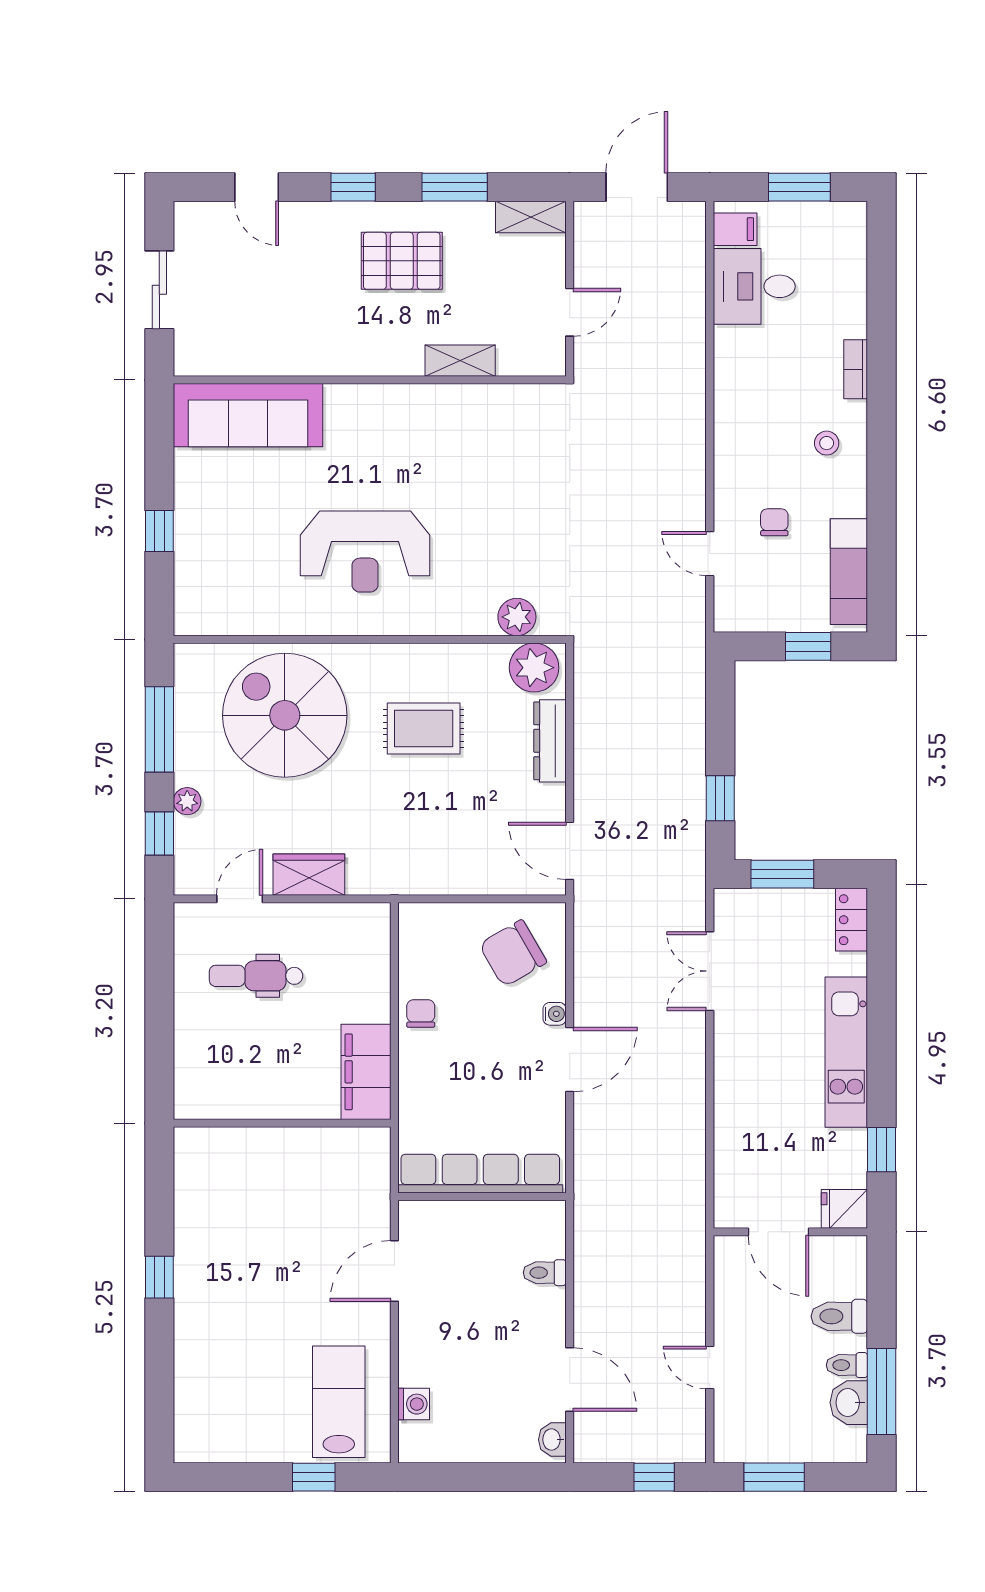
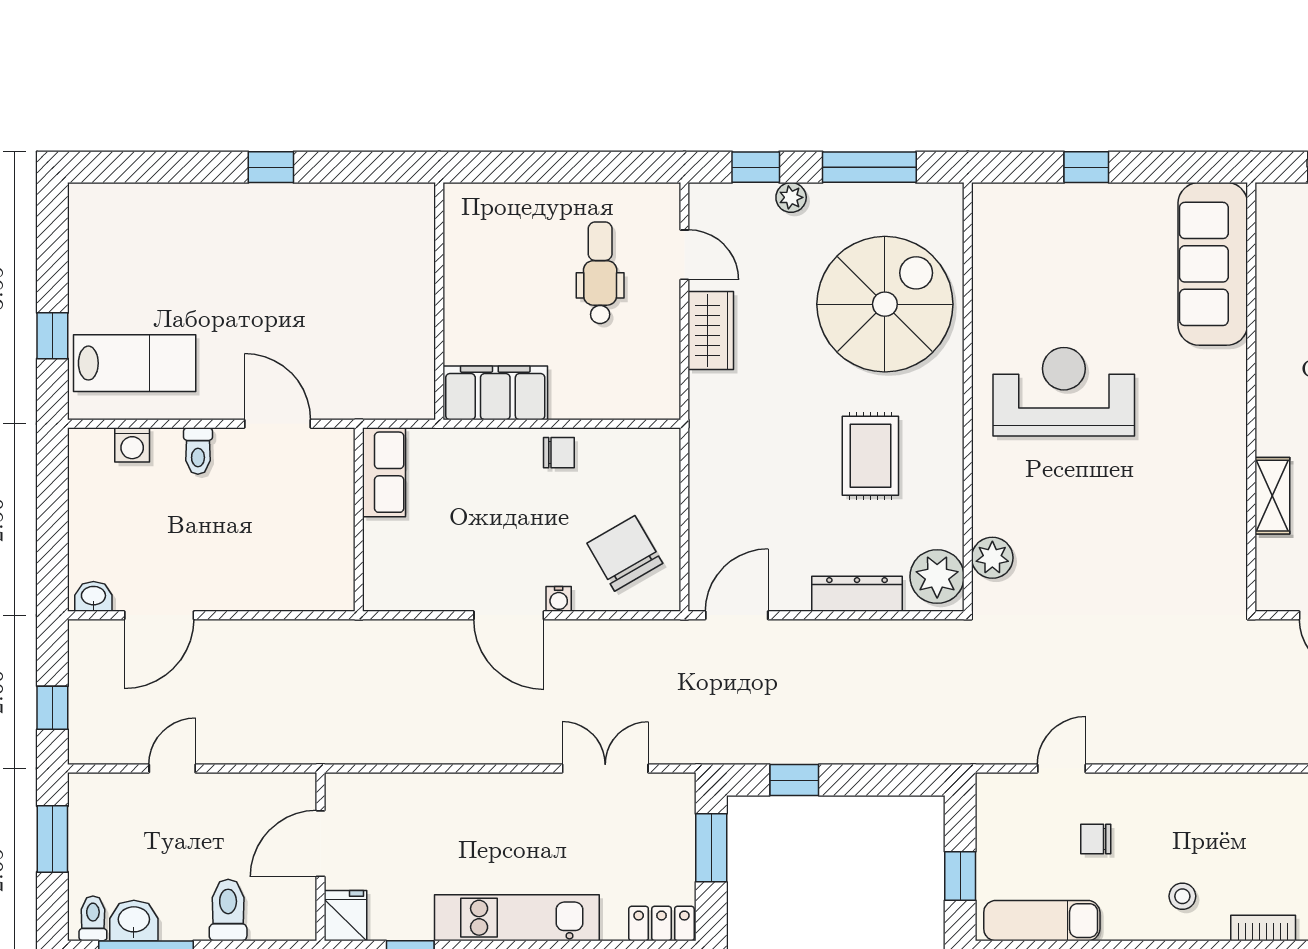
chair: (774, 522) -> (1096, 839), turned 180
reception desk: (365, 551) -> (1064, 392), turned 90
row of seats: (480, 1174) -> (384, 472), width x0.50
toilet: (545, 1273) -> (198, 451), moved, turned 180
toilet: (847, 1365) -> (93, 918), moved

